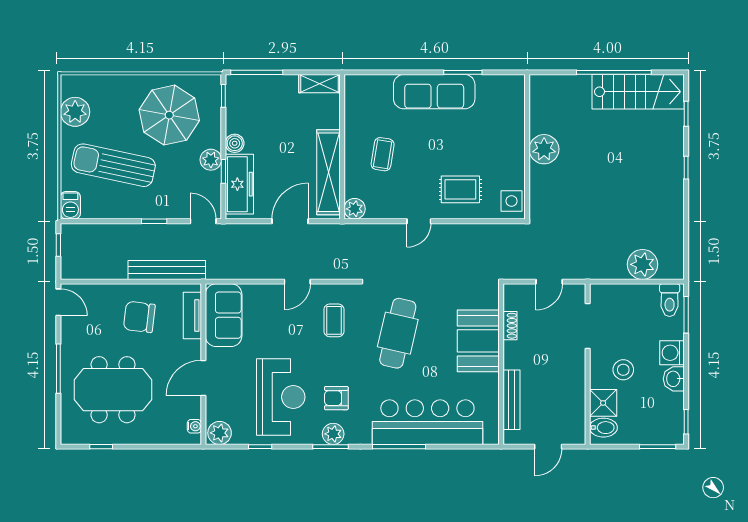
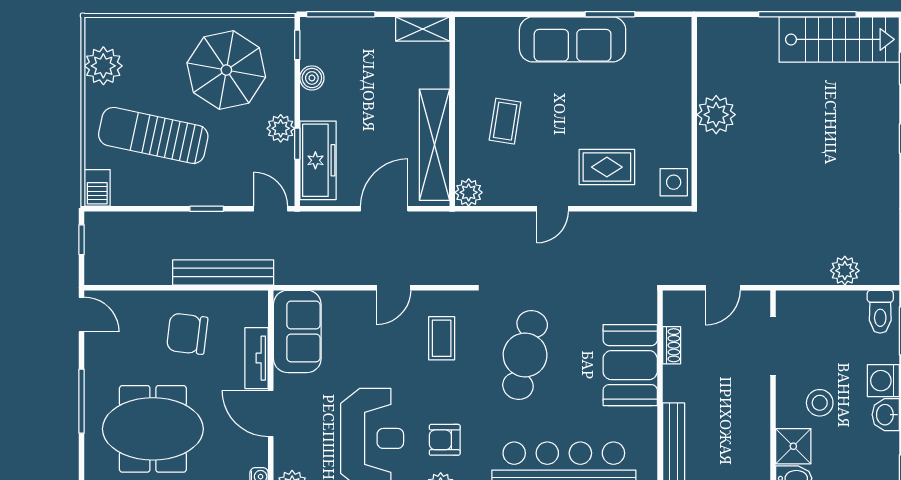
boiler: (235, 143) -> (312, 78), moved
plant: (643, 264) -> (845, 271), width x0.73, depth x0.73
tv unit: (192, 316) -> (257, 358), moved
door: (203, 378) -> (271, 414), hinge flipped

